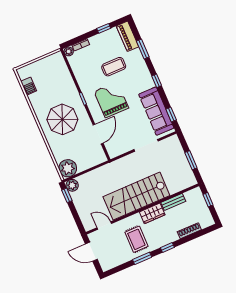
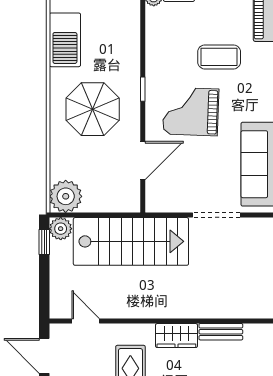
barbecue: (29, 86) -> (65, 40), width x1.88, depth x1.53
grand piano: (111, 100) -> (191, 111), turned -88
stairs: (136, 196) -> (131, 241), moved, turned 180

